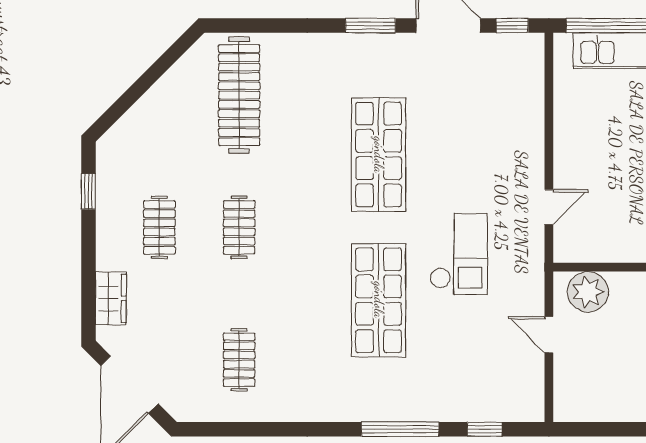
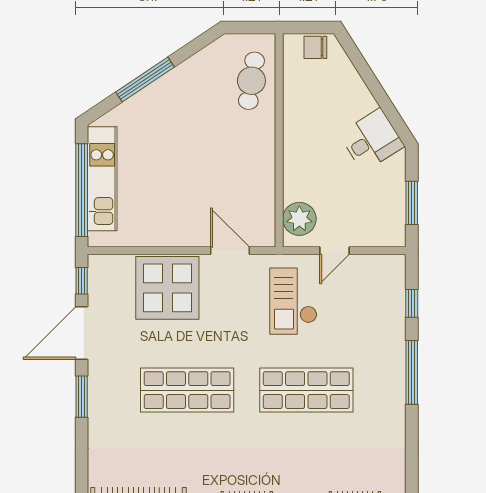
display table: (503, 131) -> (167, 288), added
door: (549, 207) -> (230, 251), width x1.38
checkout: (459, 254) -> (293, 301), moved, turned -90
window: (607, 429) -> (412, 203), added

